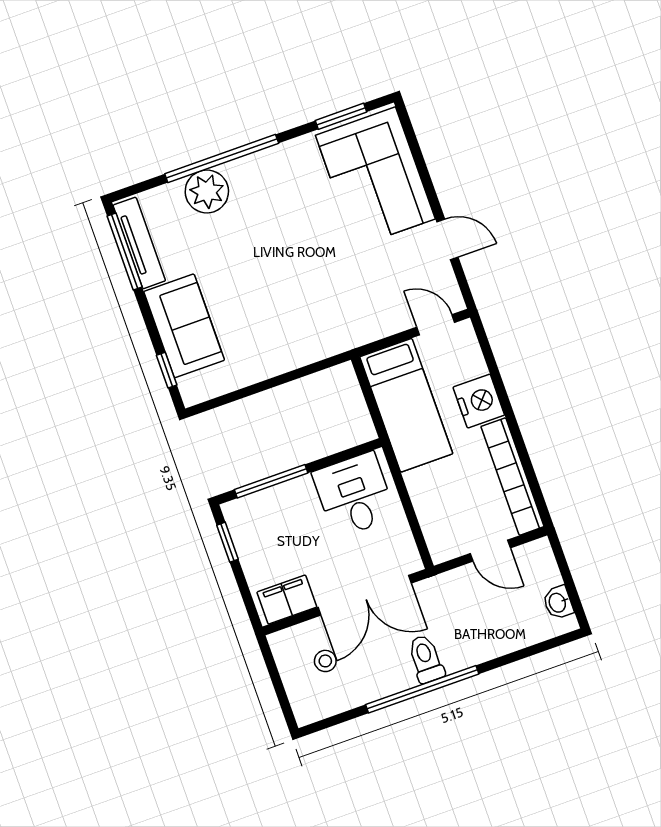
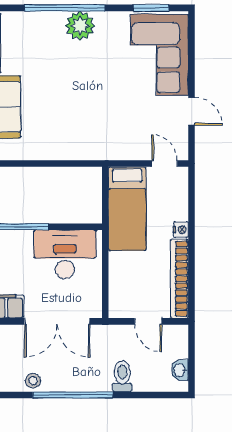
plant: (207, 191) -> (80, 26), moved
nightstand: (479, 401) -> (181, 230), width x0.53, depth x0.56
desk: (354, 495) -> (65, 254), width x1.37
toilet: (426, 659) -> (122, 376), moved
stool: (325, 661) -> (33, 381), moved

